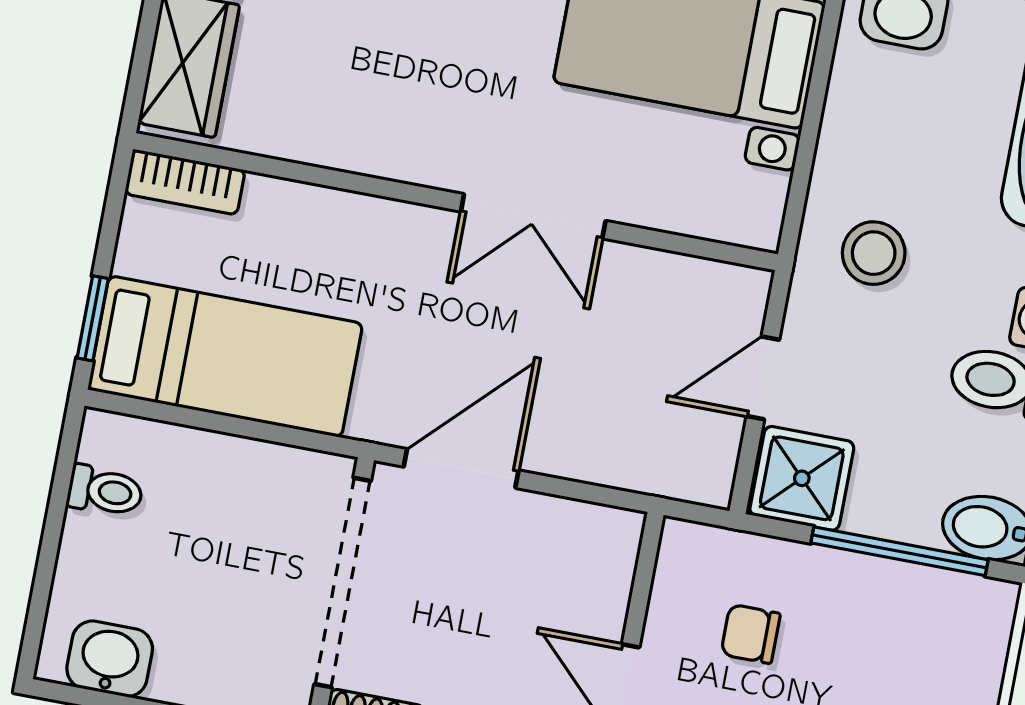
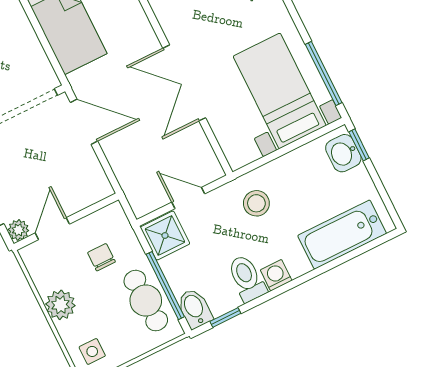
double door: (533, 216) -> (184, 83), width x1.37
cafe table: (900, 611) -> (146, 301), added

